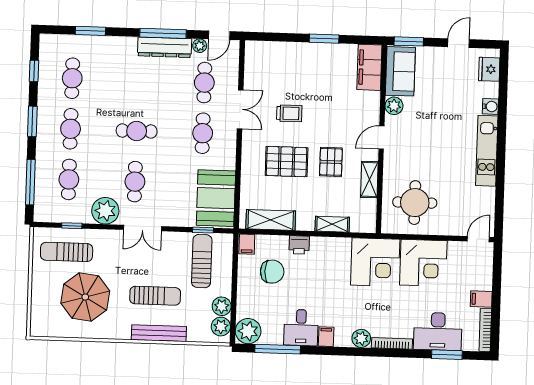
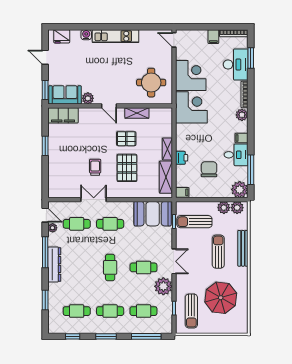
dresser: (165, 47) -> (54, 265), moved
shelving: (332, 224) -> (167, 149), moved
chair: (272, 272) -> (209, 169), moved

